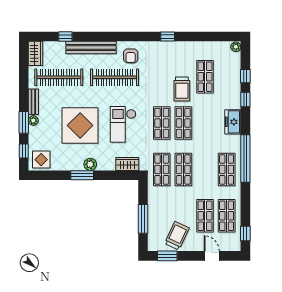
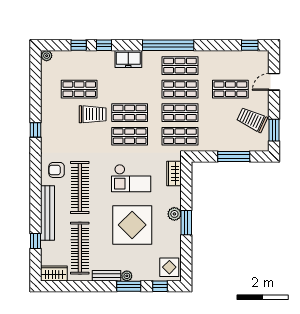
armchair: (131, 56) -> (57, 170), turned 180
shop shelf: (227, 216) -> (180, 89), moved

